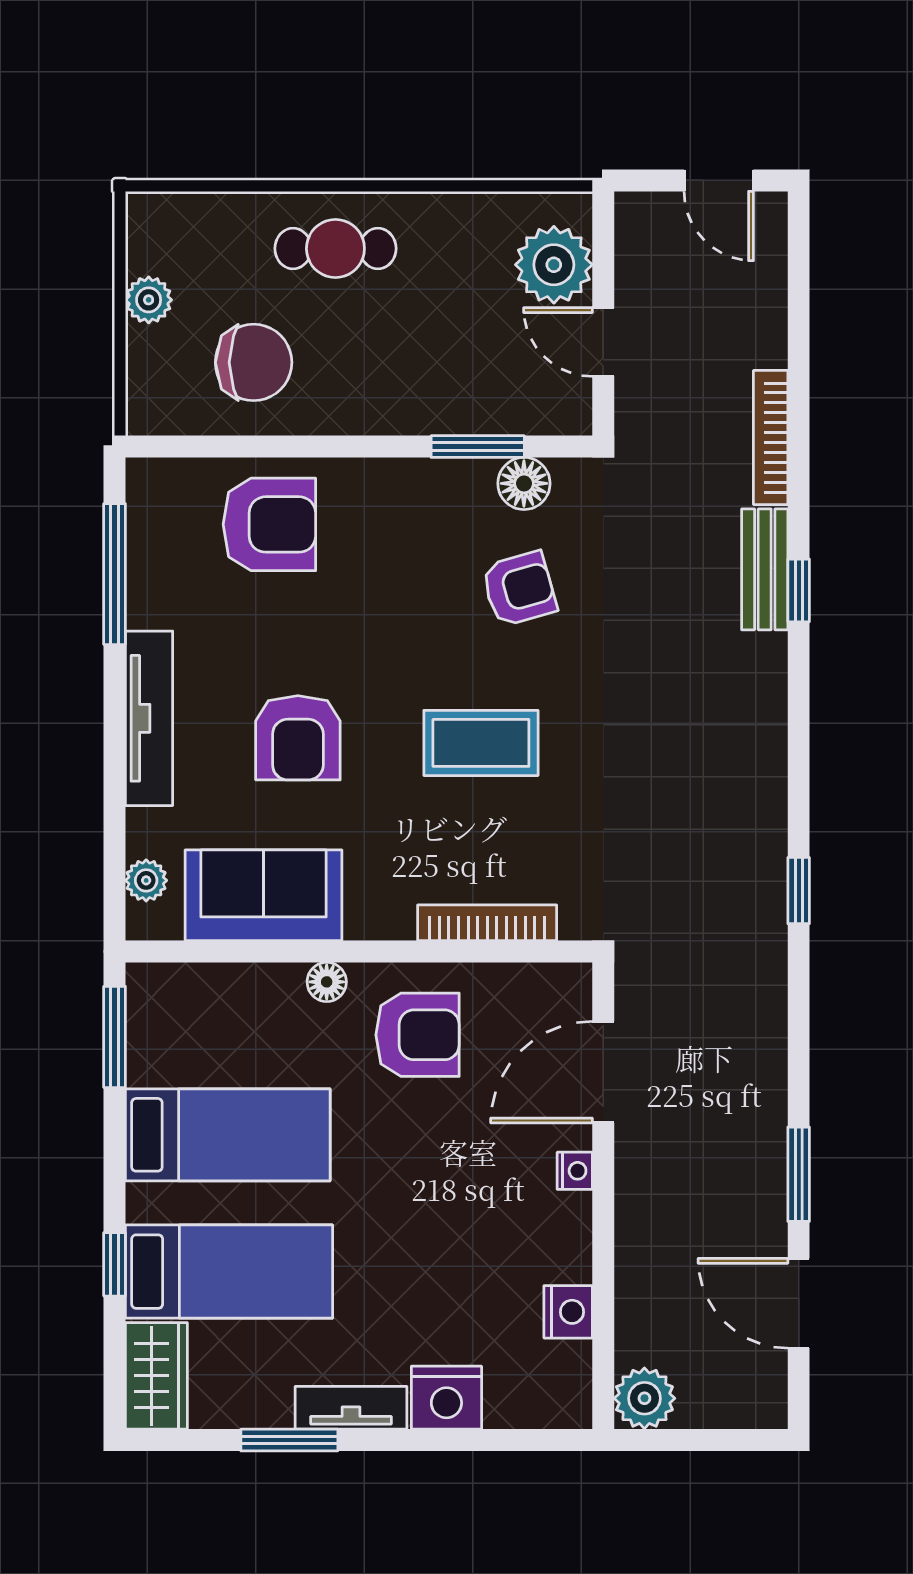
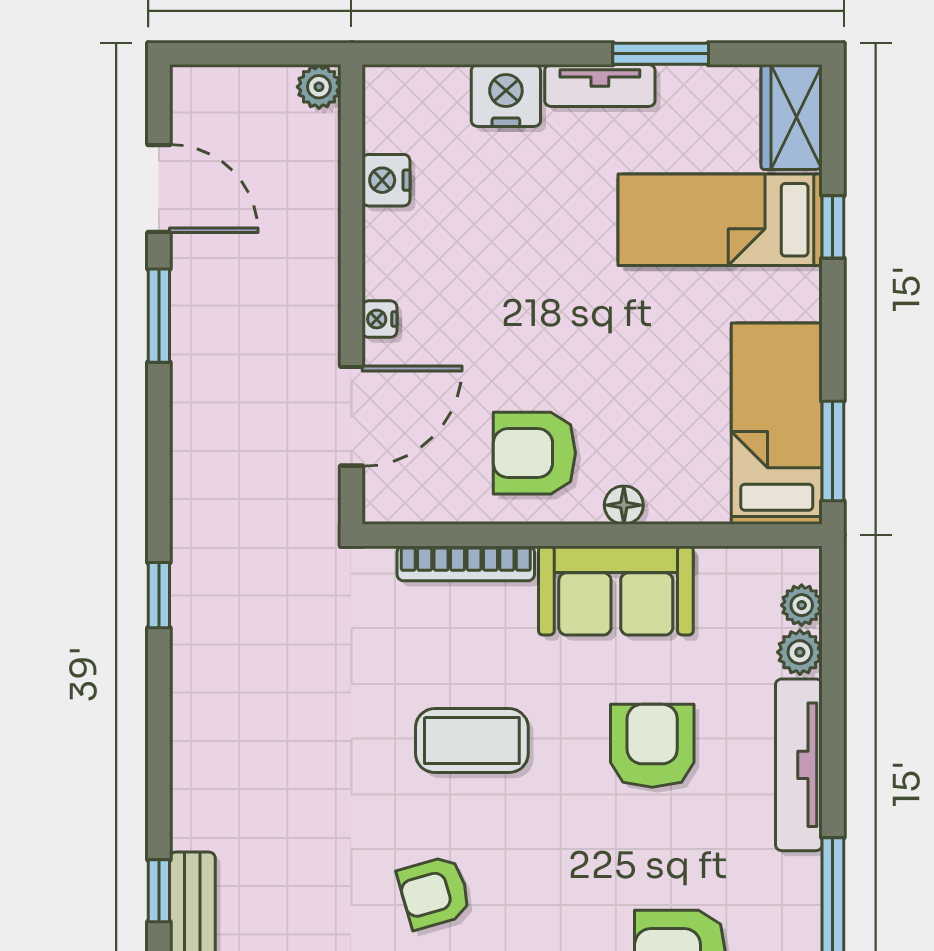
plant: (148, 833) -> (800, 652), added
sofa: (263, 895) -> (616, 591), moved
bed: (228, 1135) -> (777, 424), moved, turned 90
plant: (644, 1398) -> (319, 87), width x0.73, depth x0.73

